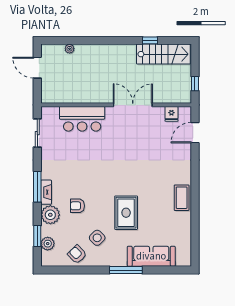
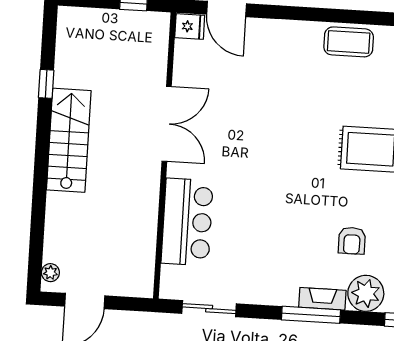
plant: (70, 49) -> (50, 273), moved
stairs: (163, 54) -> (69, 140), moved
double door: (133, 105) -> (167, 124), swing flipped
fridge: (171, 114) -> (190, 26), moved

